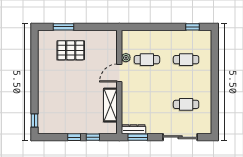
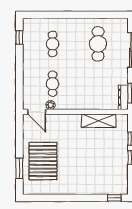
pallet: (71, 50) -> (43, 161), width x1.37, depth x1.41
door: (119, 73) -> (37, 112), moved
cafe table: (186, 104) -> (98, 44), width x1.37, depth x1.35

